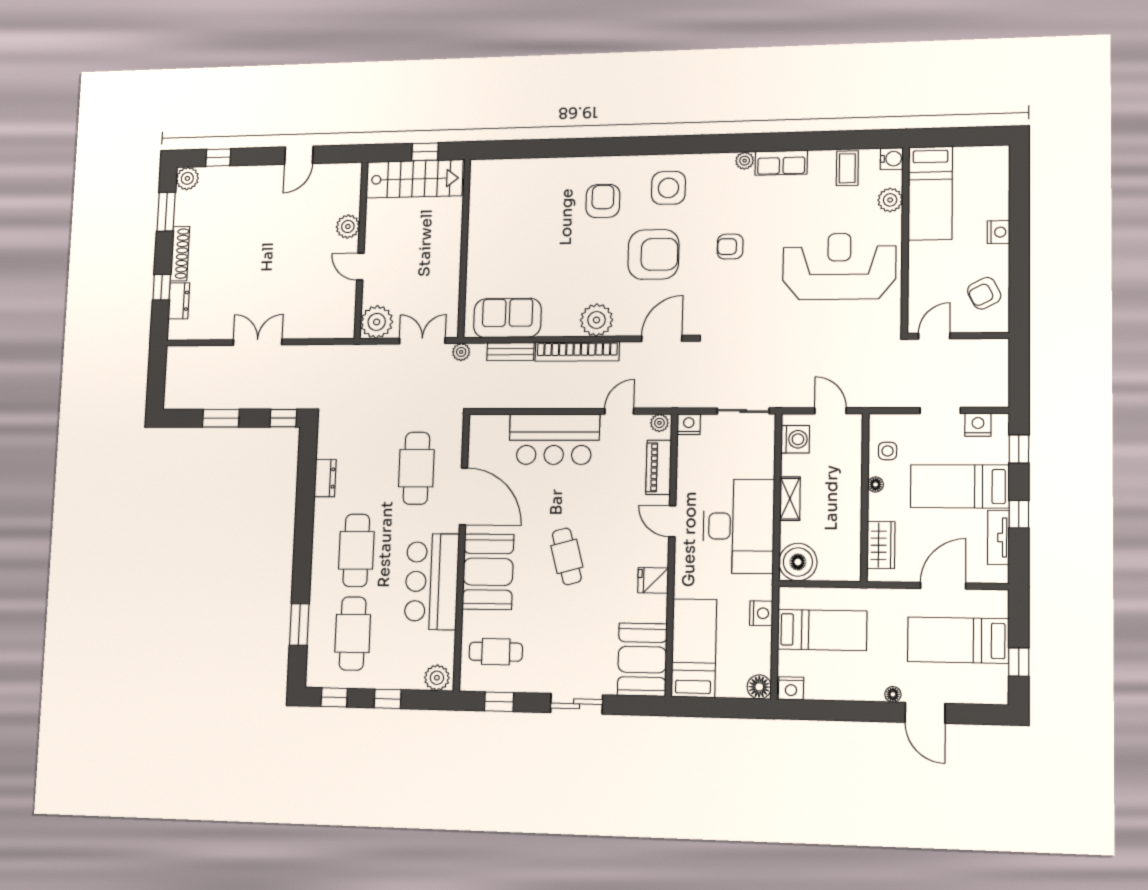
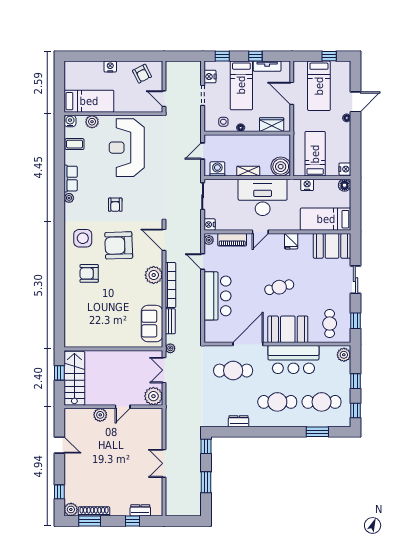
shoe rack: (180, 254) -> (94, 511), moved
armchair: (653, 254) -> (119, 245), turned -92

